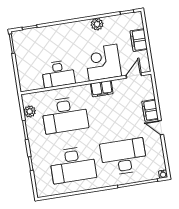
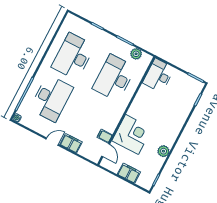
desk: (58, 74) -> (158, 75), moved
filing cabinet: (102, 89) -> (105, 136), moved, width x0.50

